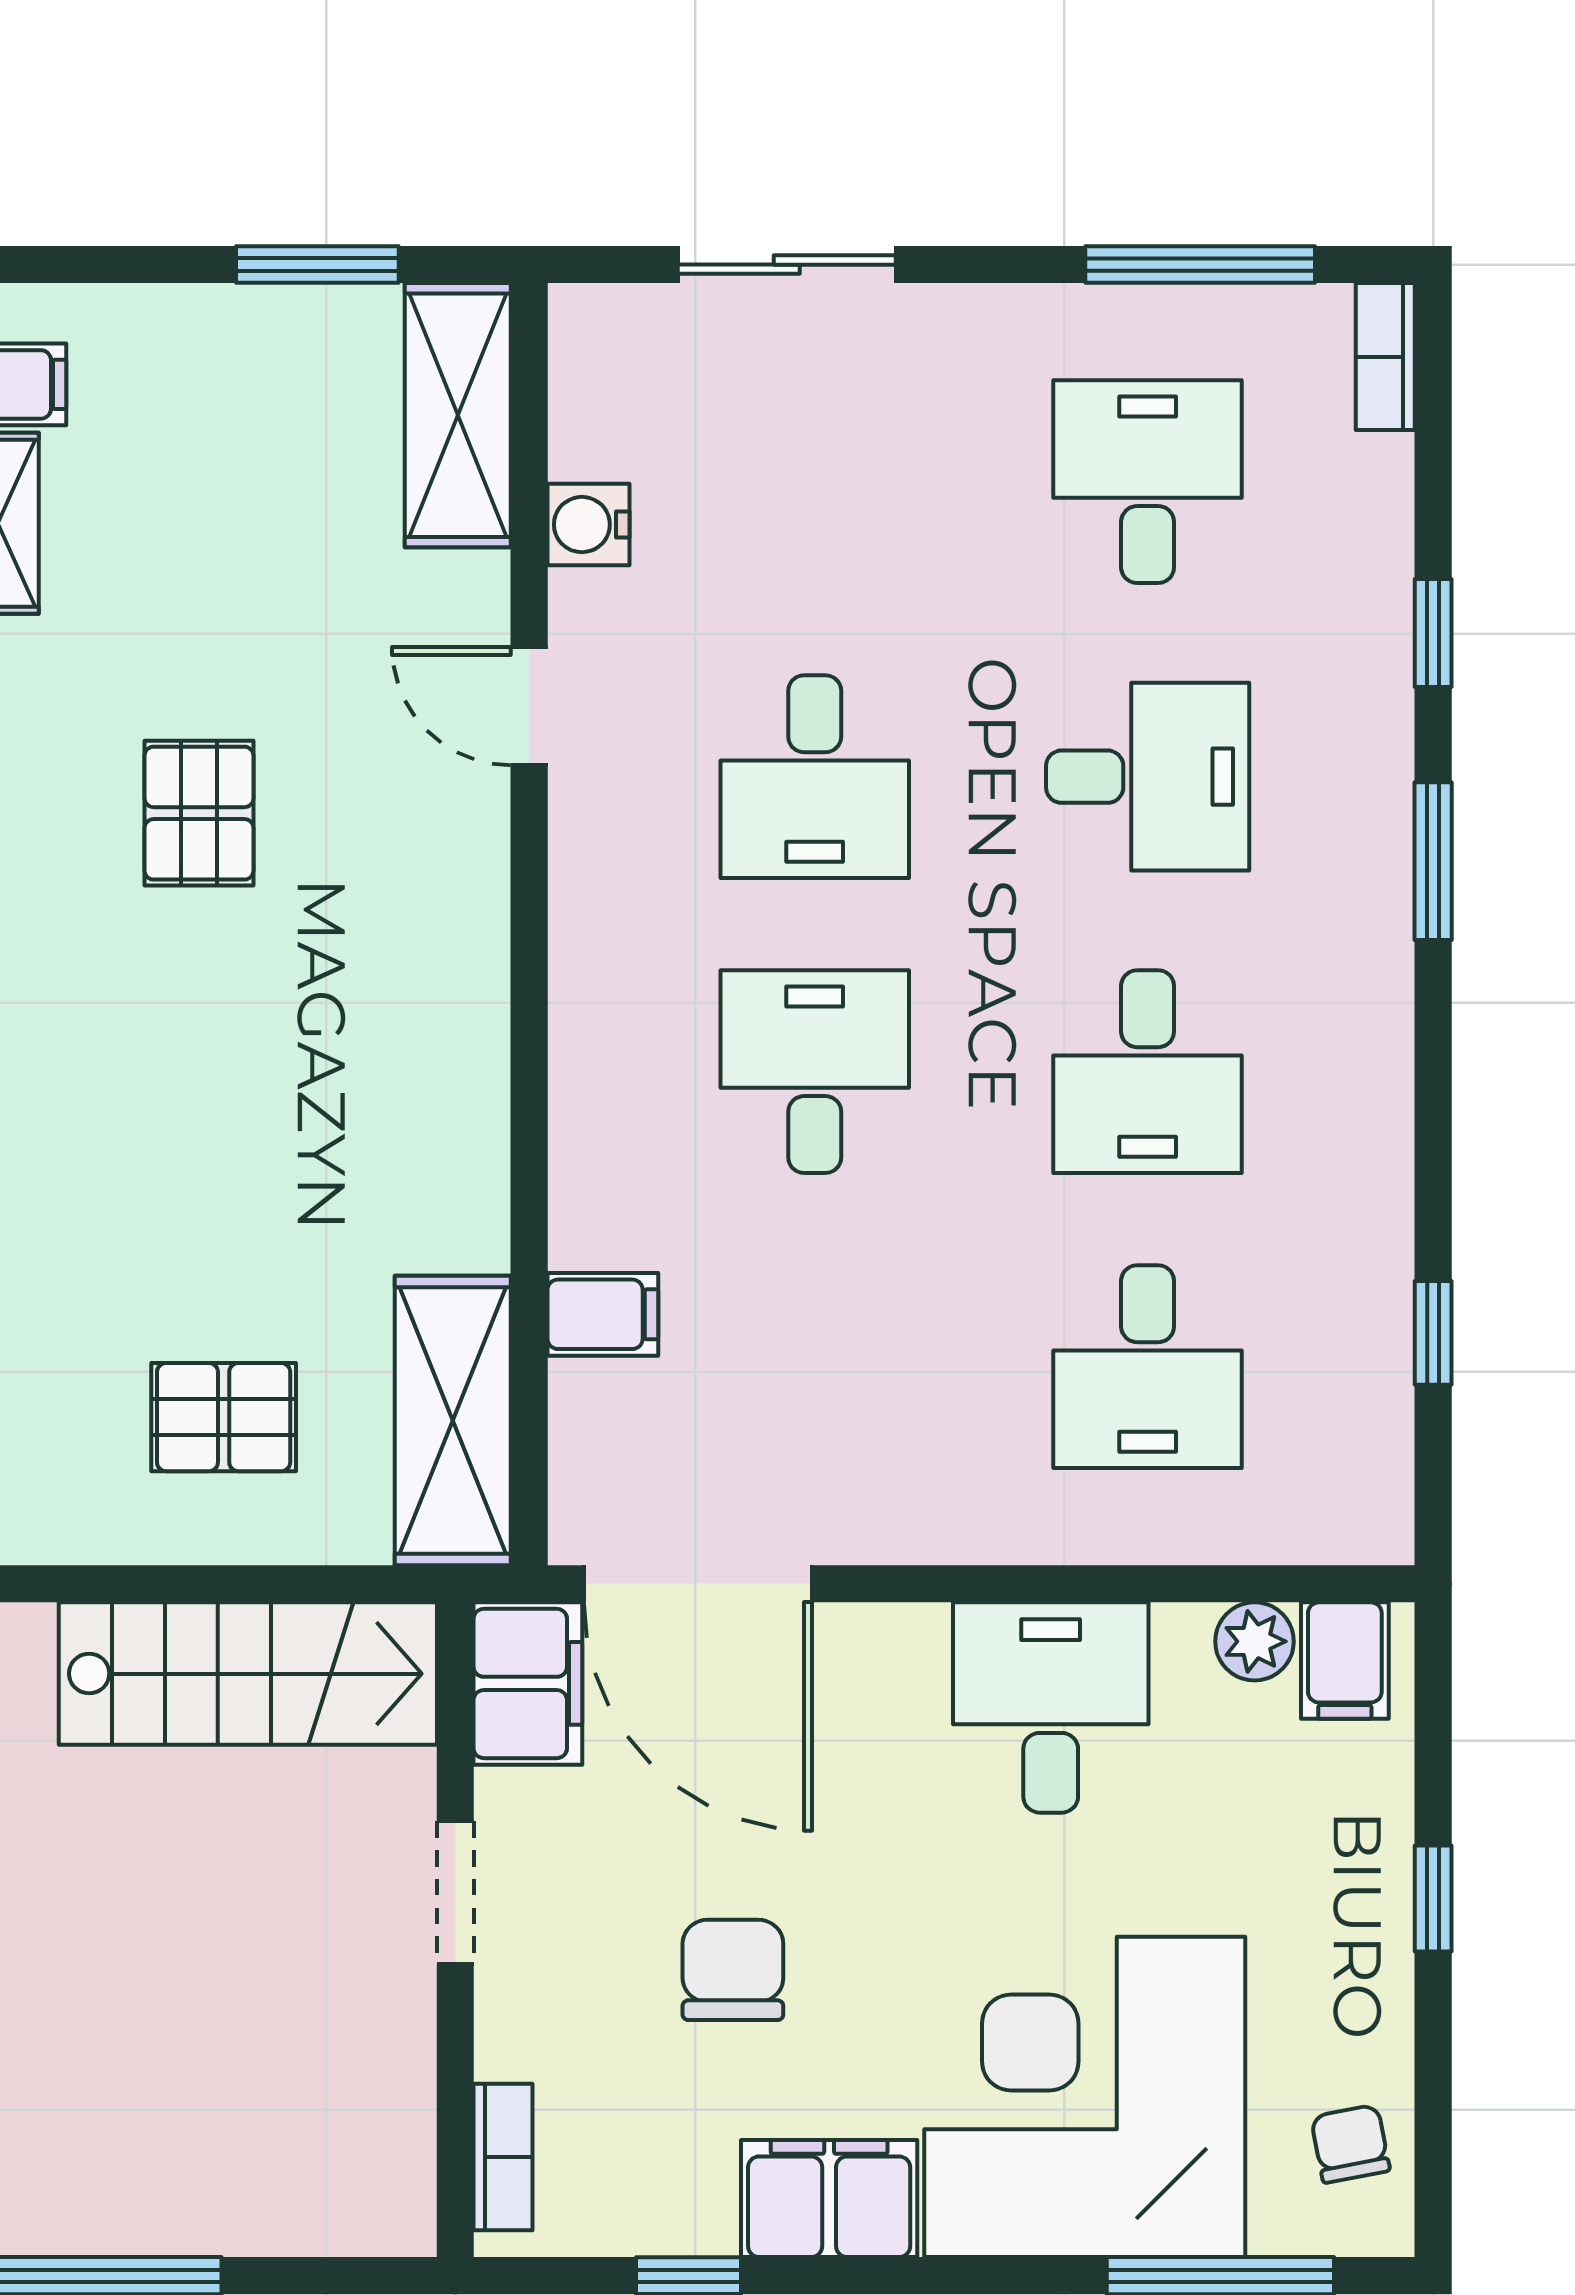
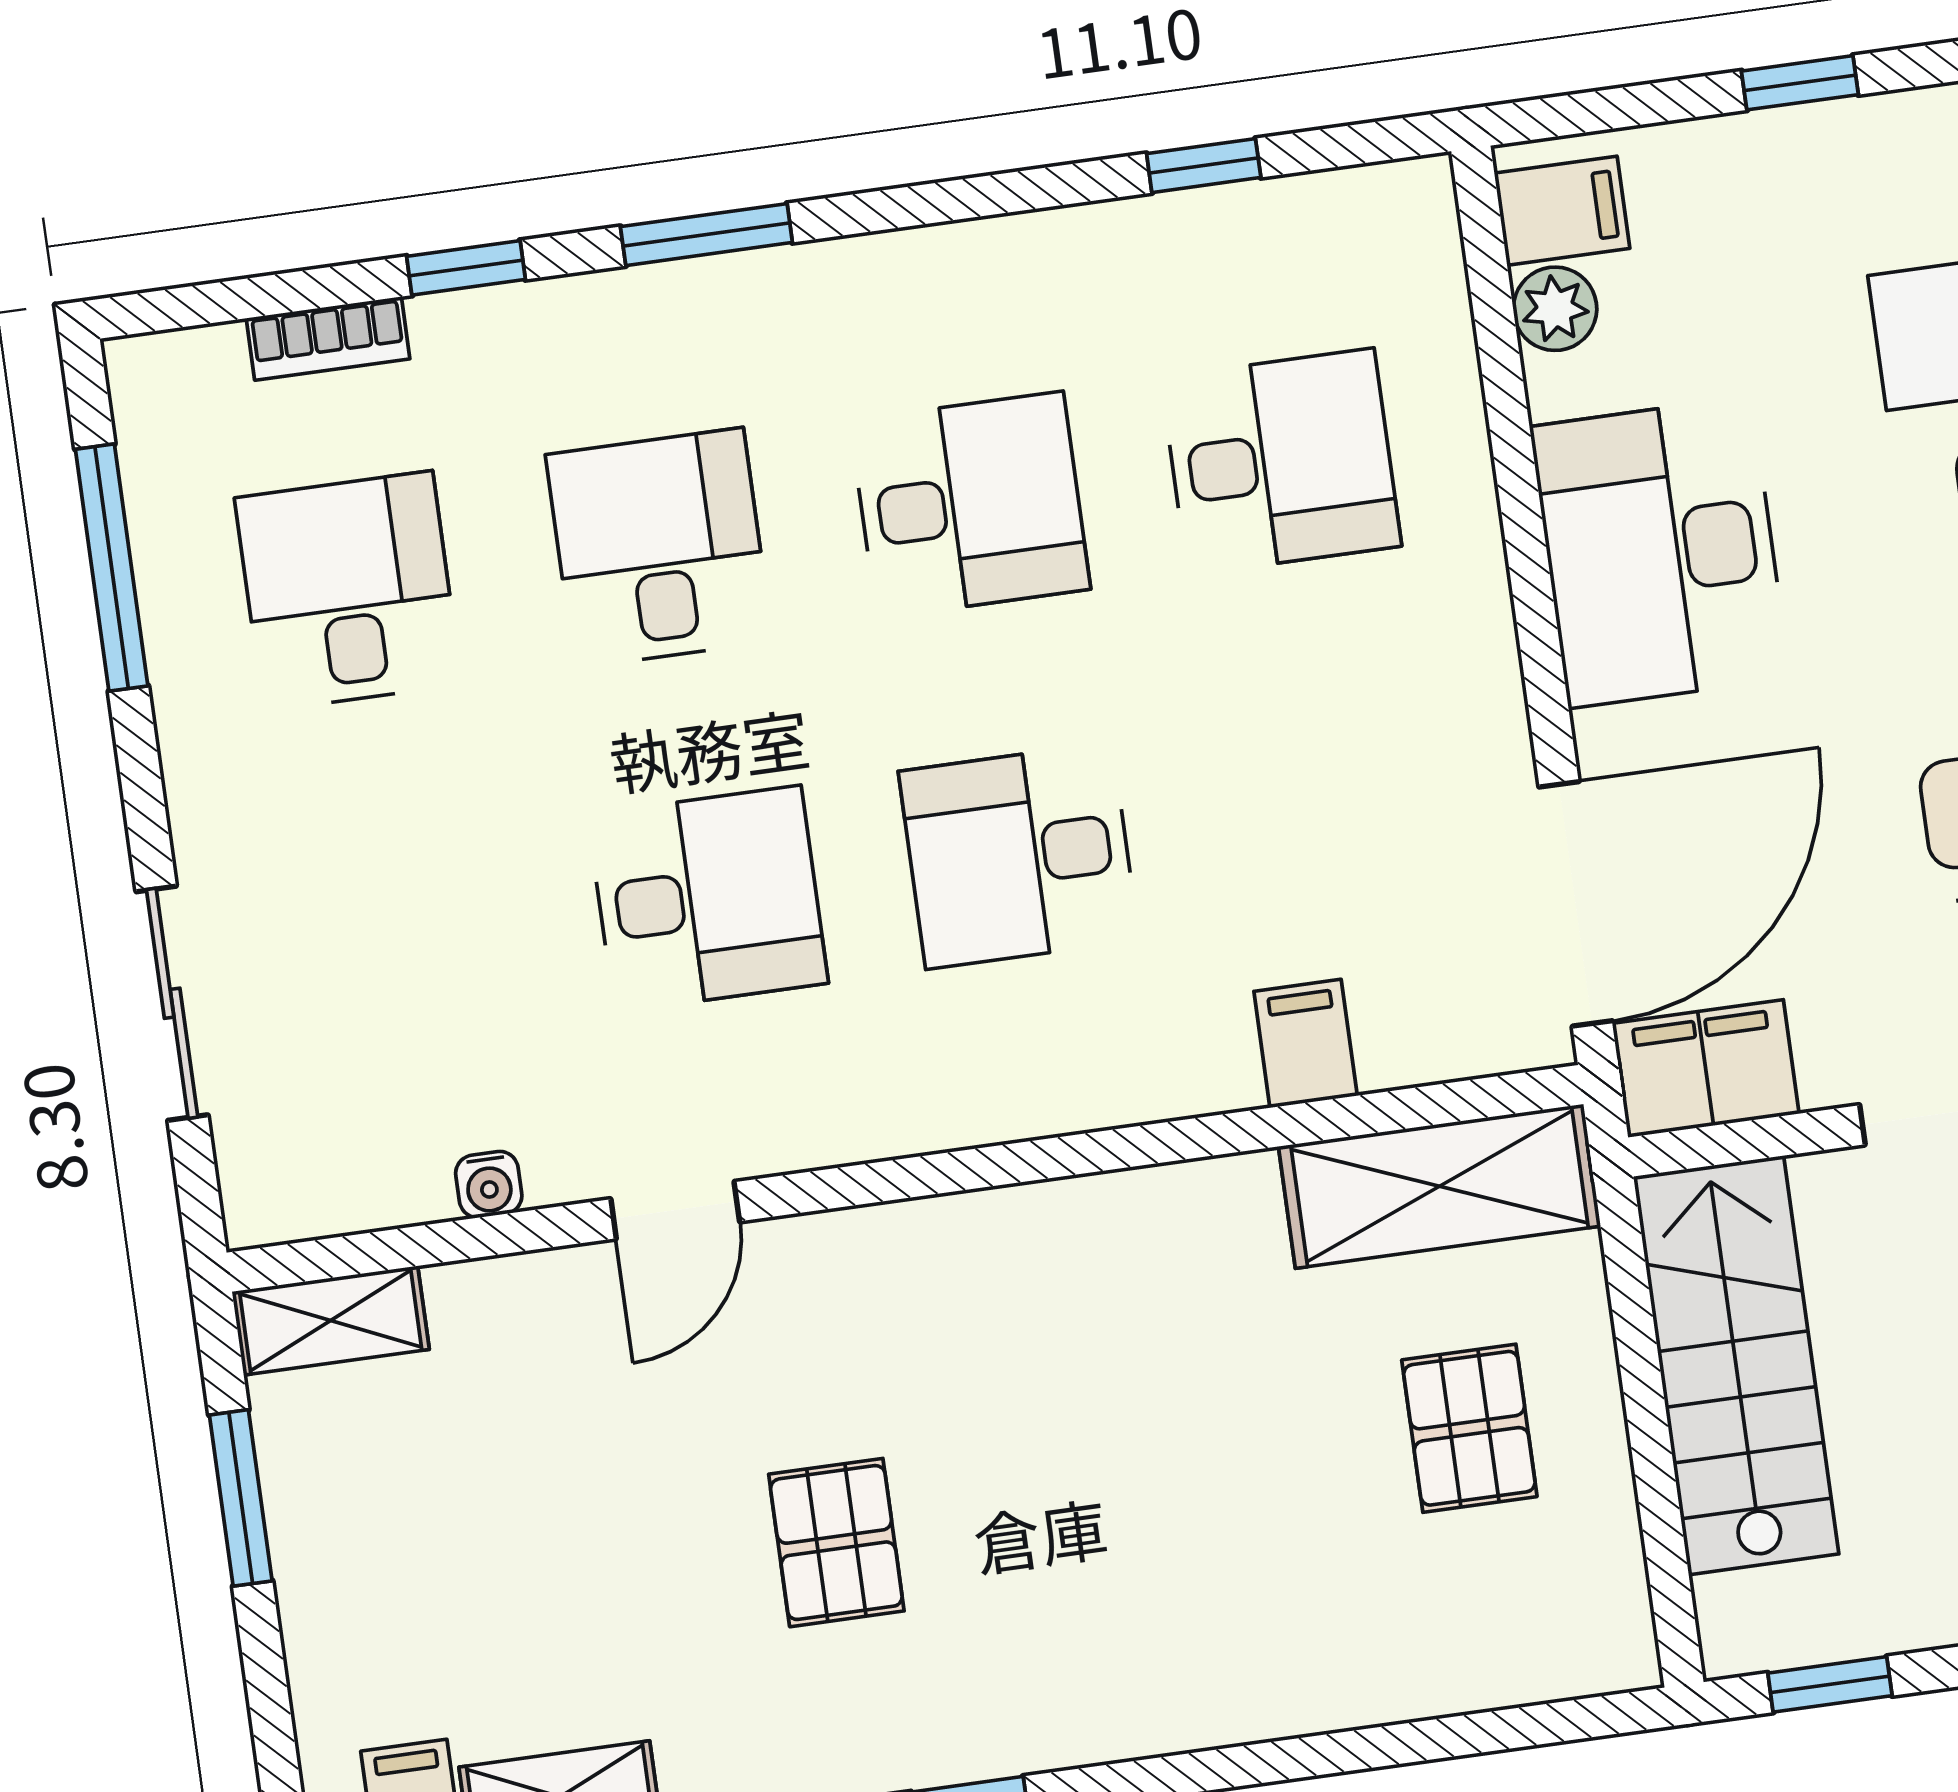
bookcase: (1385, 357) -> (328, 339), moved
shelving: (458, 415) -> (331, 1320), width x0.67, depth x0.75
desk: (1148, 482) -> (348, 591), turned 90
water cooler: (588, 525) -> (489, 1185), width x0.72, depth x0.72
pallet: (199, 813) -> (836, 1543), turned 90
desk: (1051, 1707) -> (1660, 552), width x1.37

